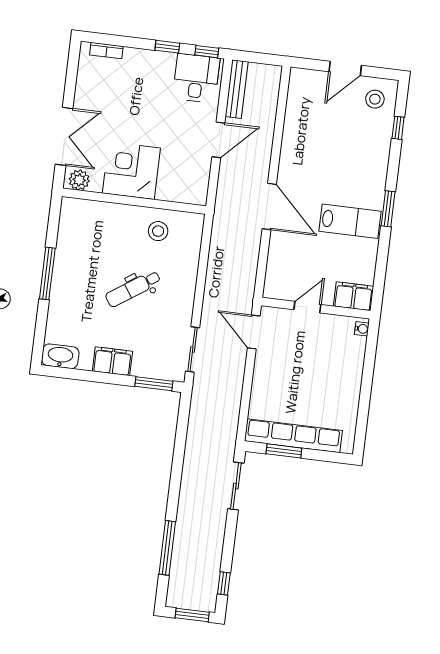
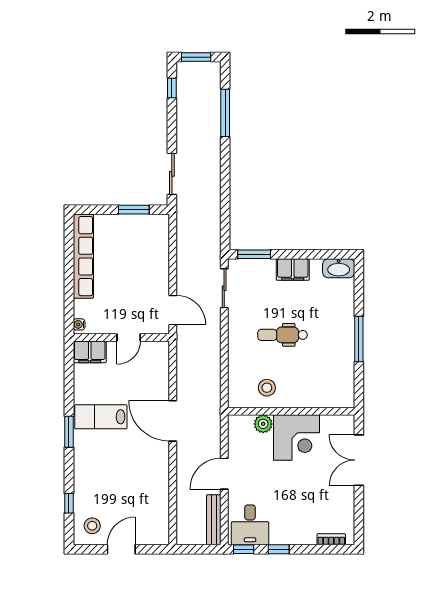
plant: (79, 180) -> (263, 424), moved
dental chair: (133, 289) -> (283, 335), turned -146
row of seats: (293, 436) -> (83, 256), moved, turned -90

